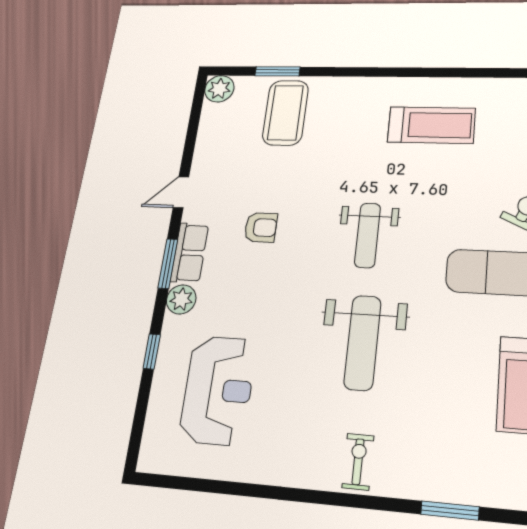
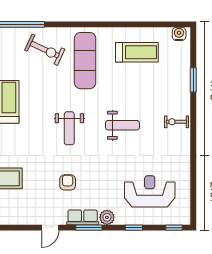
door: (181, 192) -> (50, 228), hinge flipped
weight bench: (368, 235) -> (69, 128), turned 90
weight bench: (363, 342) -> (122, 125), width x0.73, depth x0.75
window: (136, 435) -> (174, 228), added

